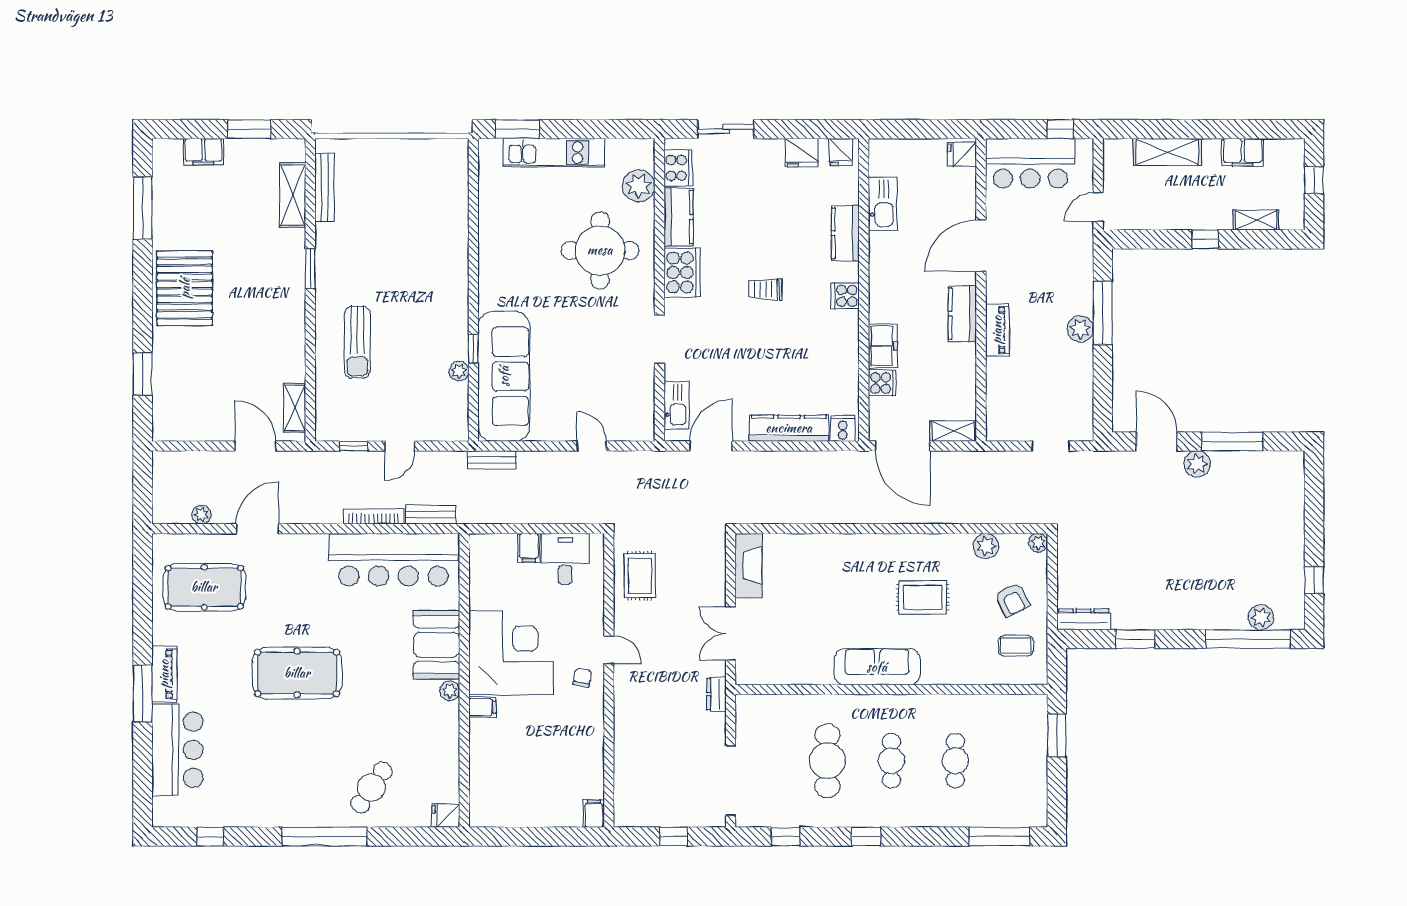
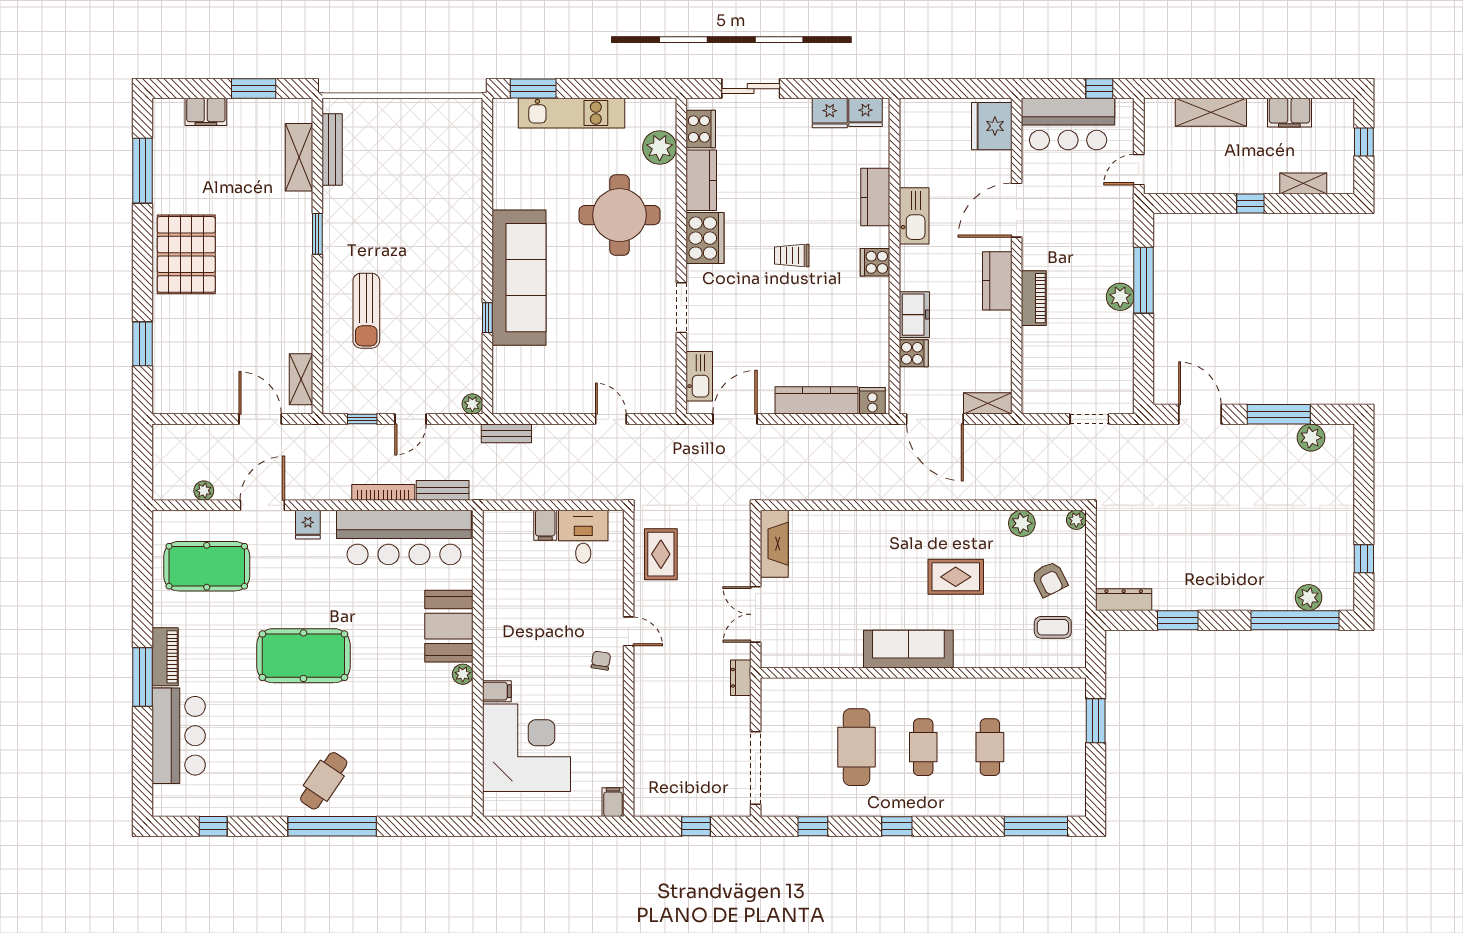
fridge: (841, 152) -> (866, 112), width x1.38
fridge: (962, 154) -> (992, 126), width x1.88, depth x1.34
kitchen sink: (883, 204) -> (914, 216), moved
plant: (459, 371) -> (472, 404), moved
sofa: (504, 376) -> (519, 278), moved
plant: (1197, 464) -> (1311, 438), moved
corner desk: (511, 653) -> (527, 748), moved
cafe table: (371, 787) -> (324, 781), moved
fridge: (446, 816) -> (308, 525), moved, turned -90

